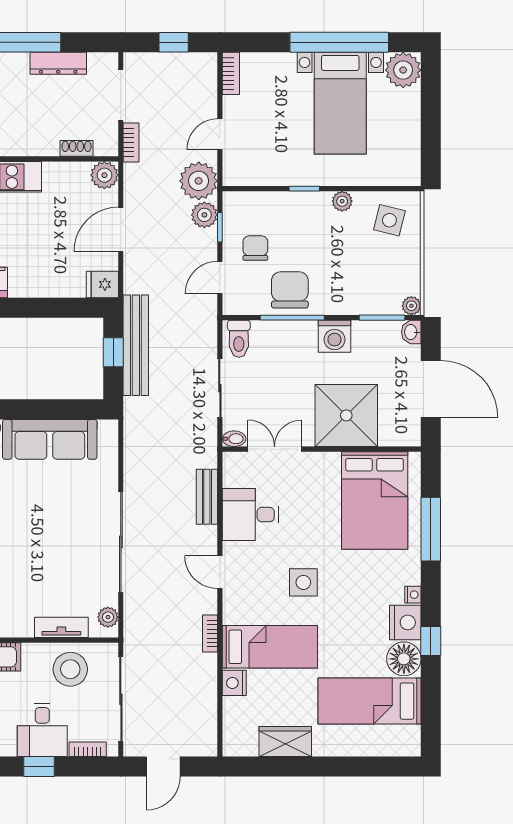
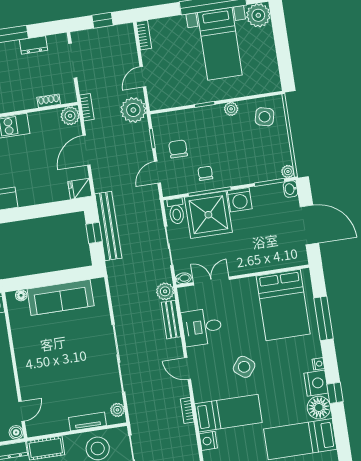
dresser: (58, 63) -> (34, 45), width x0.70
bookcase: (131, 143) -> (87, 107), moved
plant: (204, 215) -> (165, 291), moved
chair: (290, 290) -> (205, 173), width x0.54, depth x0.54
shower: (346, 415) -> (208, 215), moved
side table: (303, 582) -> (244, 367), turned 38

